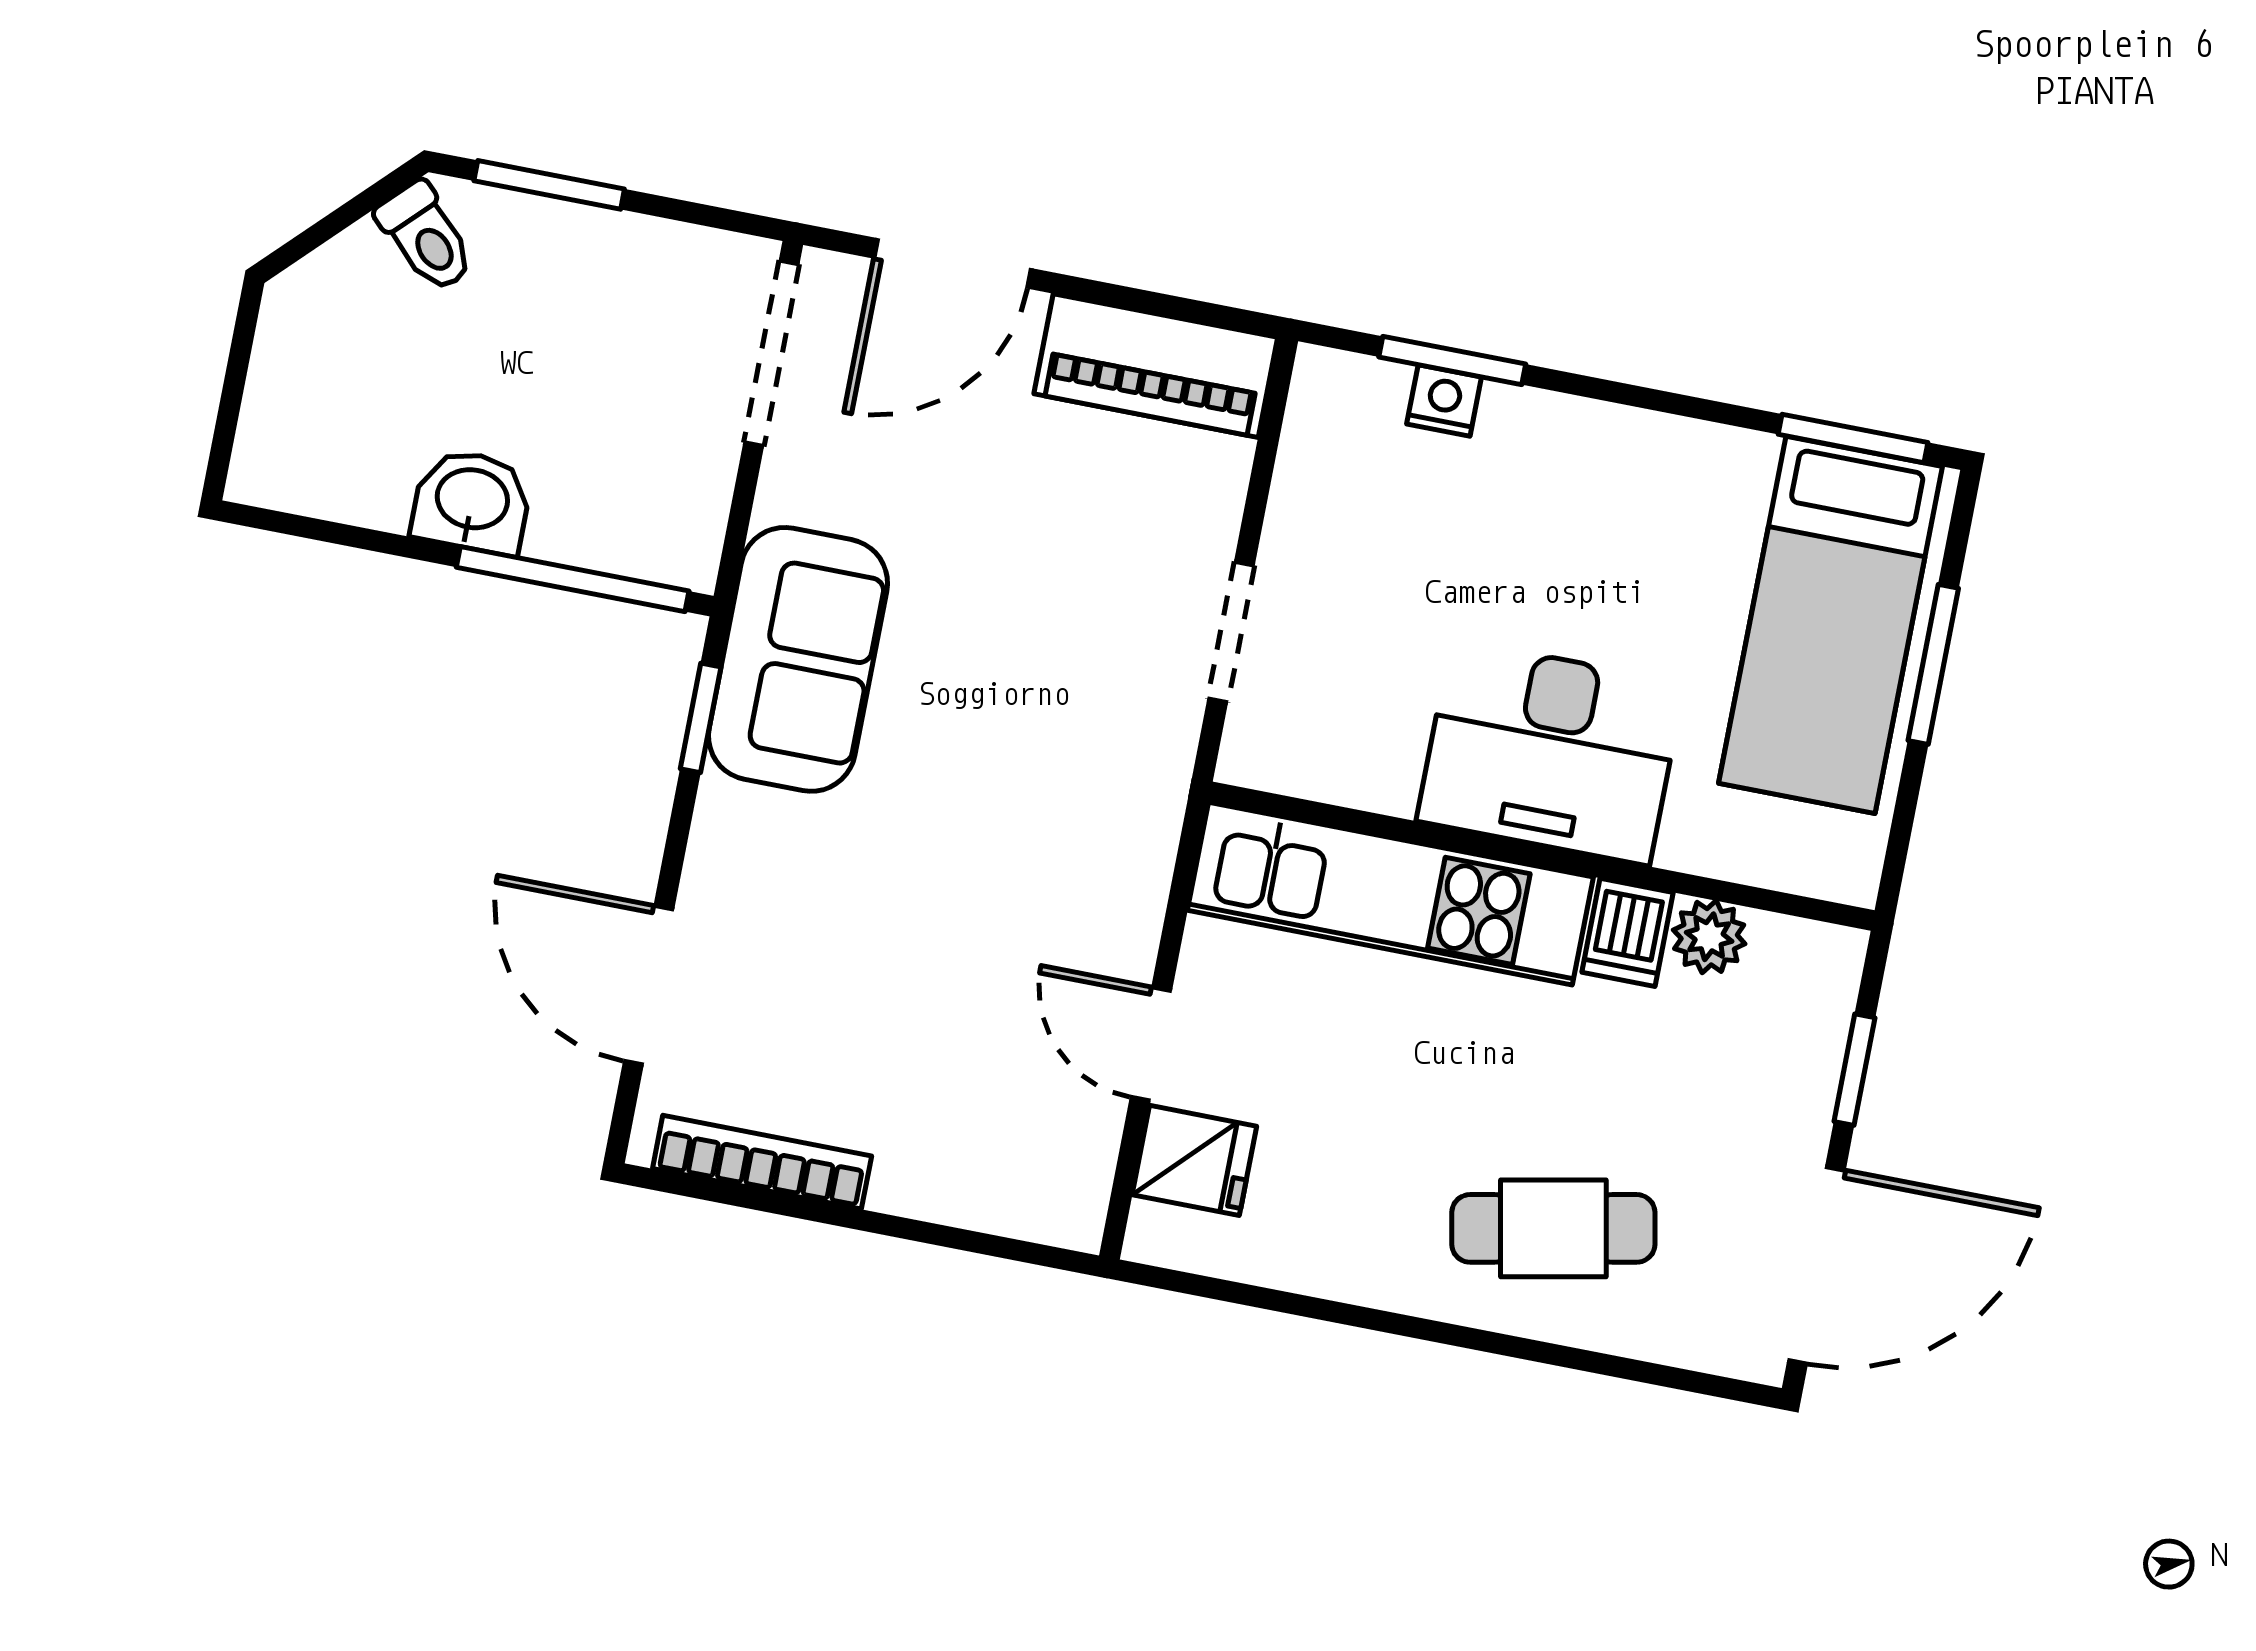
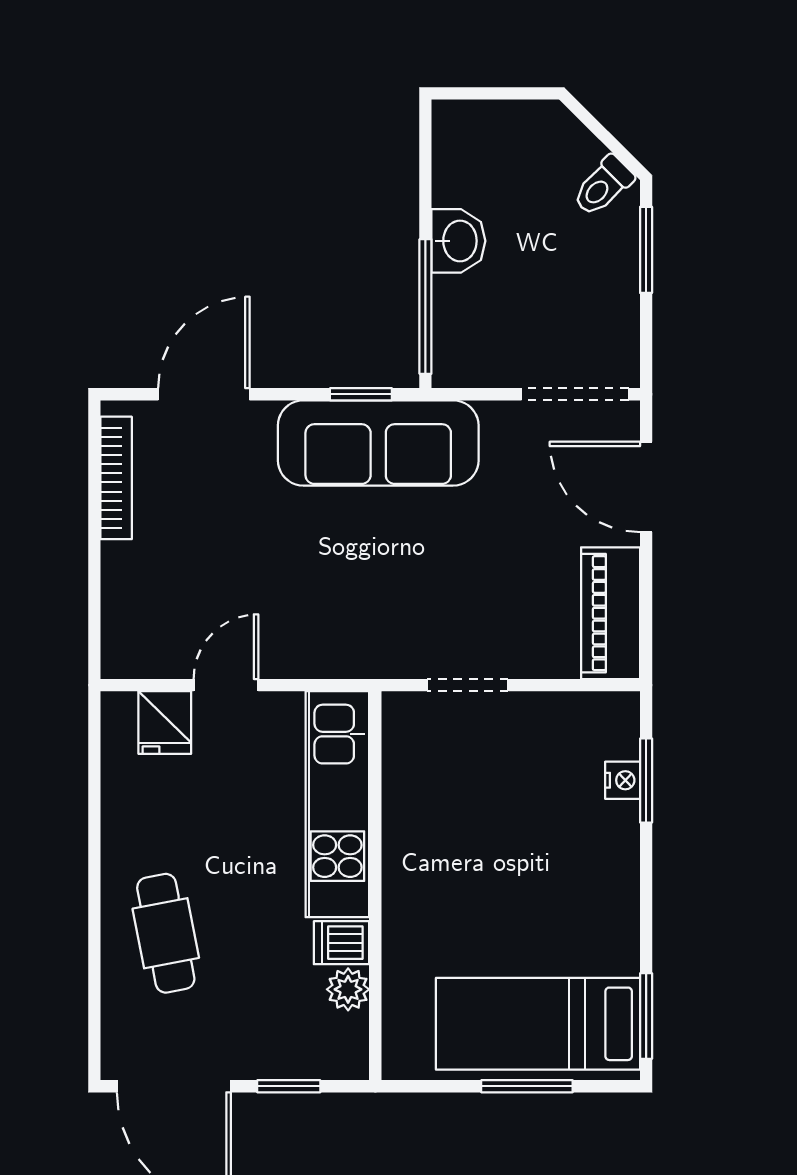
sofa: (798, 659) -> (378, 443), width x1.36
desk: (1551, 752) -> (435, 879), removed

